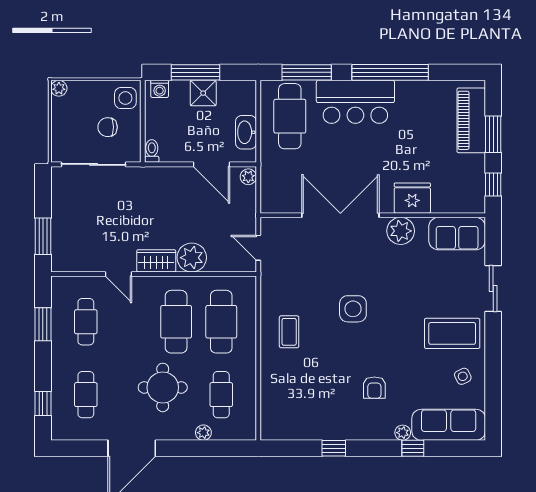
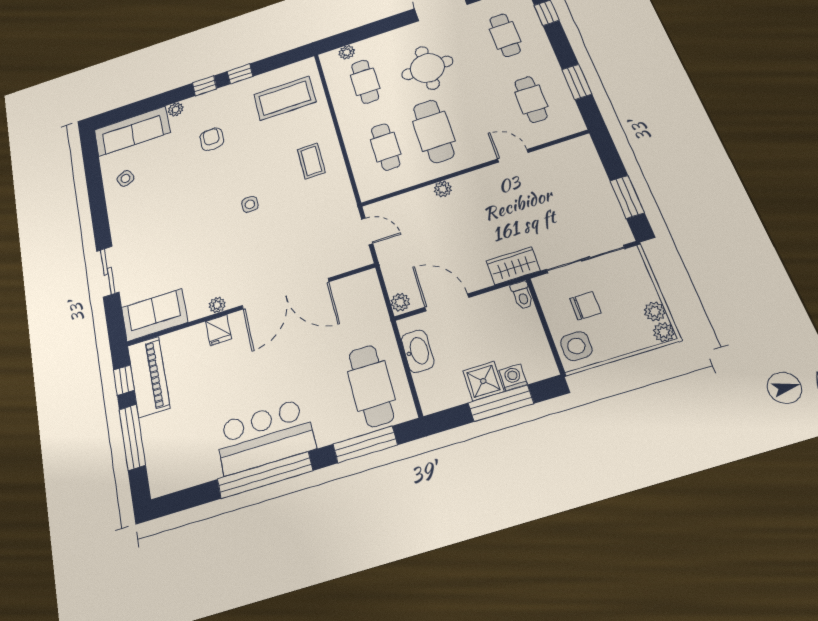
washing machine: (160, 89) -> (513, 377), moved
bar counter: (355, 102) -> (265, 437), moved
plant: (59, 106) -> (655, 312), added
piano: (471, 120) -> (149, 377), moved
window: (493, 134) -> (132, 437), width x1.44
fridge: (412, 198) -> (219, 330), width x0.53, depth x0.75
plant: (401, 231) -> (217, 305), width x0.53, depth x0.53
window: (43, 236) -> (627, 197), moved
plant: (192, 258) -> (443, 189), width x0.53, depth x0.53
wardrobe: (156, 261) -> (513, 266), moved, turned 180
side table: (353, 309) -> (250, 204), width x0.54, depth x0.54
cafe table: (221, 322) -> (386, 147), width x0.73, depth x0.74
coffee table: (452, 333) -> (285, 98), moved
plant: (203, 433) -> (347, 52), moved
window: (413, 448) -> (205, 86), moved

